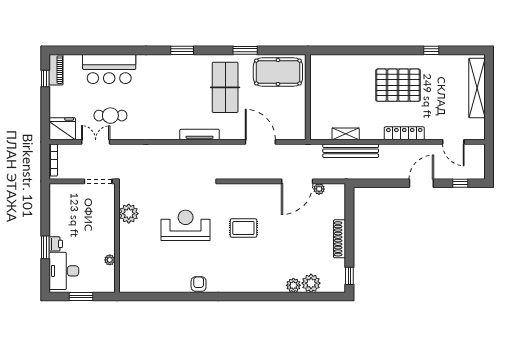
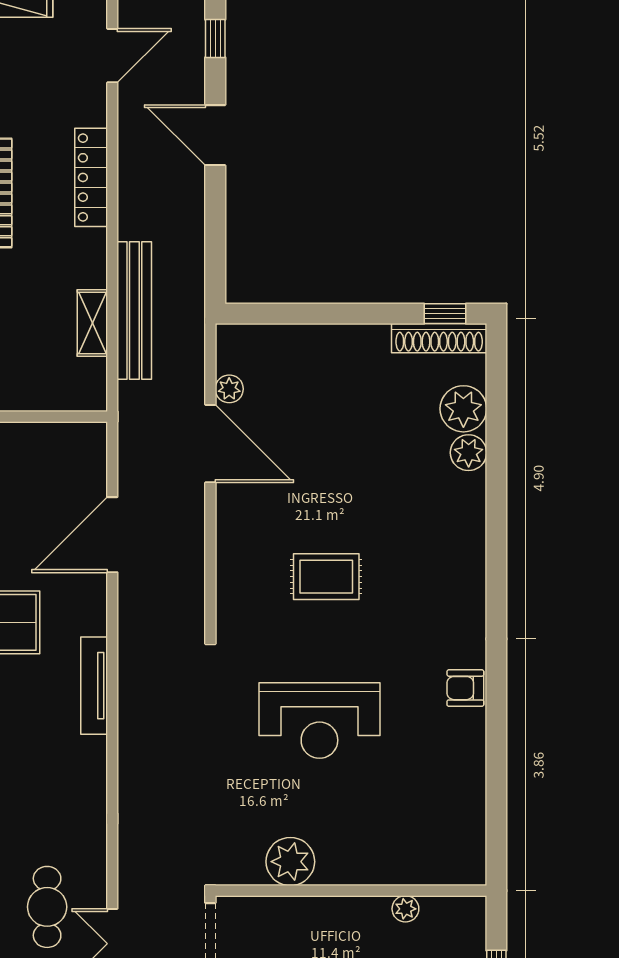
reception desk: (186, 225) -> (319, 720), turned -90
rug: (243, 228) -> (326, 577), turned 90
shoe rack: (340, 239) -> (439, 338), moved

